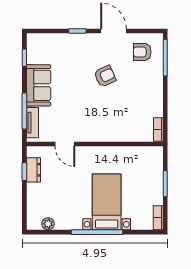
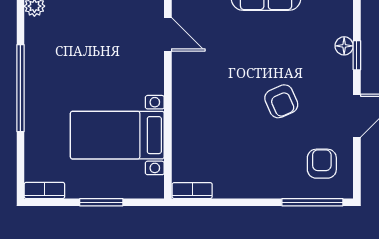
floor lamp: (72, 39) -> (344, 46), added
door: (65, 144) -> (168, 34), swing flipped
bed with nightstands: (107, 202) -> (117, 135), moved, turned 180

